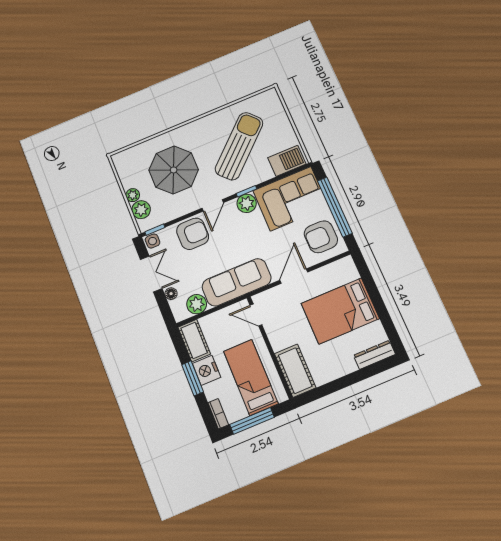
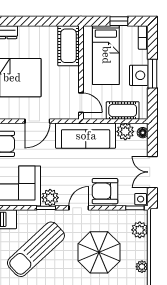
plant: (133, 195) -> (142, 267), moved
floor lamp: (171, 294) -> (143, 133), moved
cot: (194, 341) -> (123, 110), moved, turned 90
window: (252, 421) -> (119, 21), width x0.46

